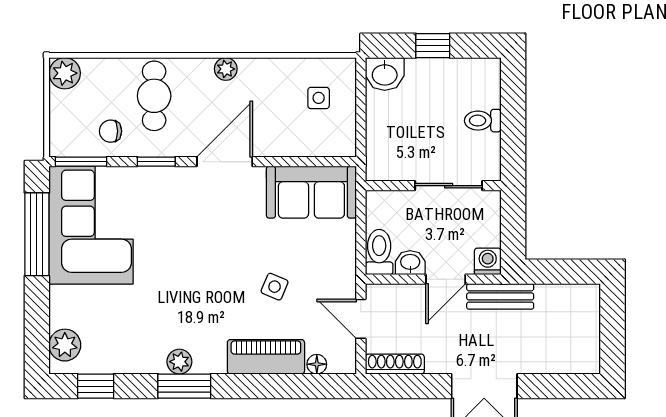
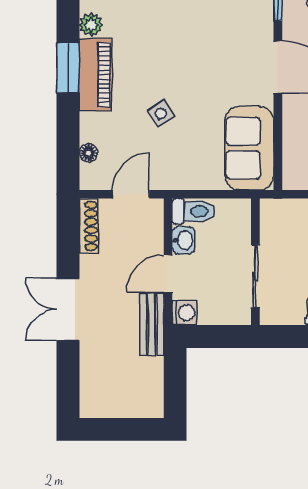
door: (446, 279) -> (168, 273), hinge flipped
side table: (275, 287) -> (161, 114), turned 34
piano: (266, 357) -> (95, 75), moved
window: (184, 386) -> (68, 68), moved

